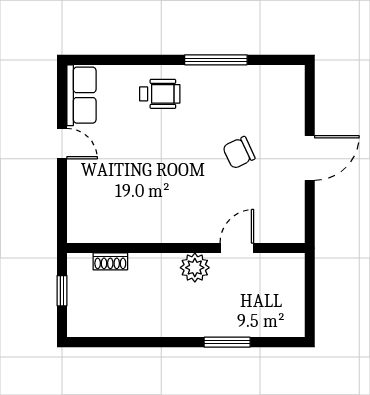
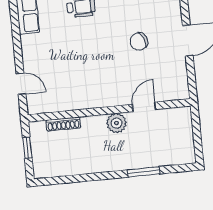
door: (62, 144) -> (21, 84), moved
shoe rack: (110, 261) -> (63, 124), width x1.43

